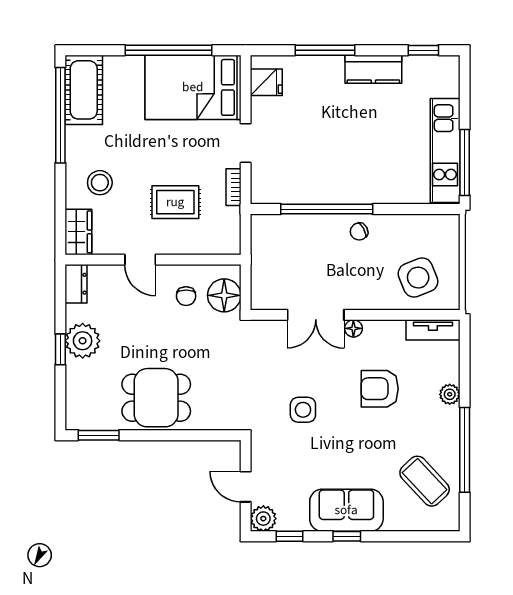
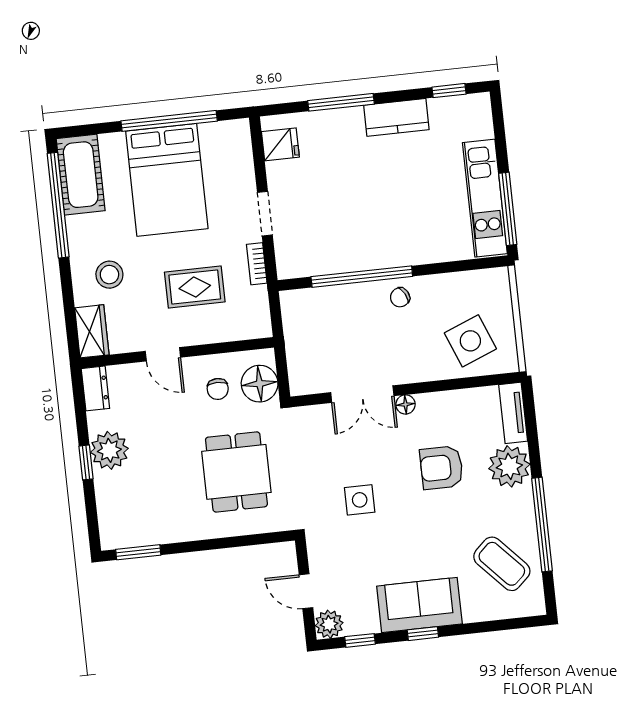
bed: (193, 87) -> (167, 180), moved, turned -90
tv unit: (433, 330) -> (513, 413), moved, turned 90
plant: (450, 394) -> (509, 466), width x1.88, depth x1.88
dining table: (156, 398) -> (236, 472), moved, turned 90

